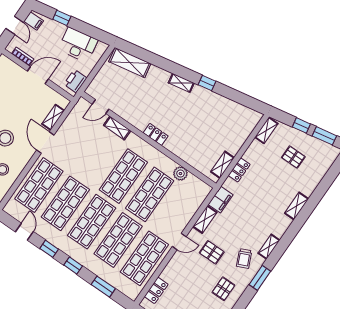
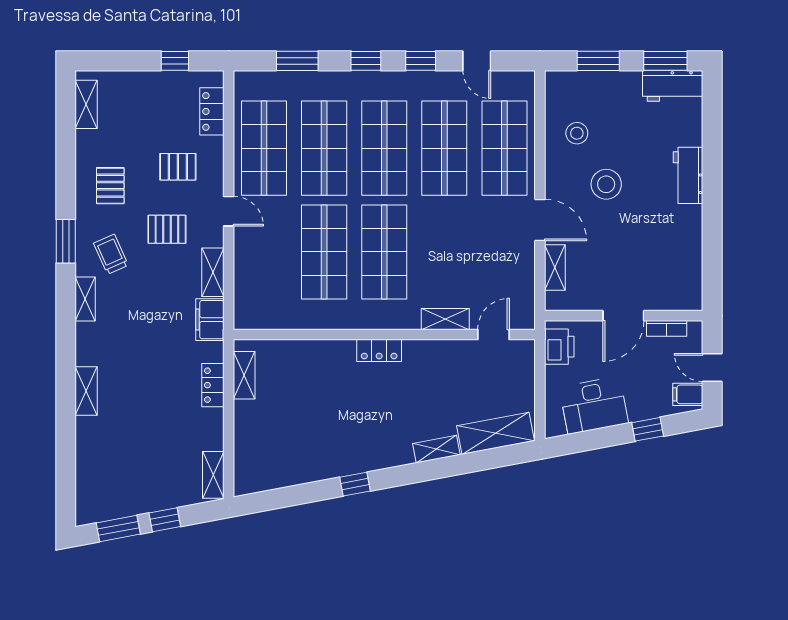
shelving: (181, 83) -> (436, 449), moved
pallet: (293, 157) -> (178, 167), moved
plant: (180, 174) -> (299, 317), removed
door: (179, 241) -> (229, 211), swing flipped

